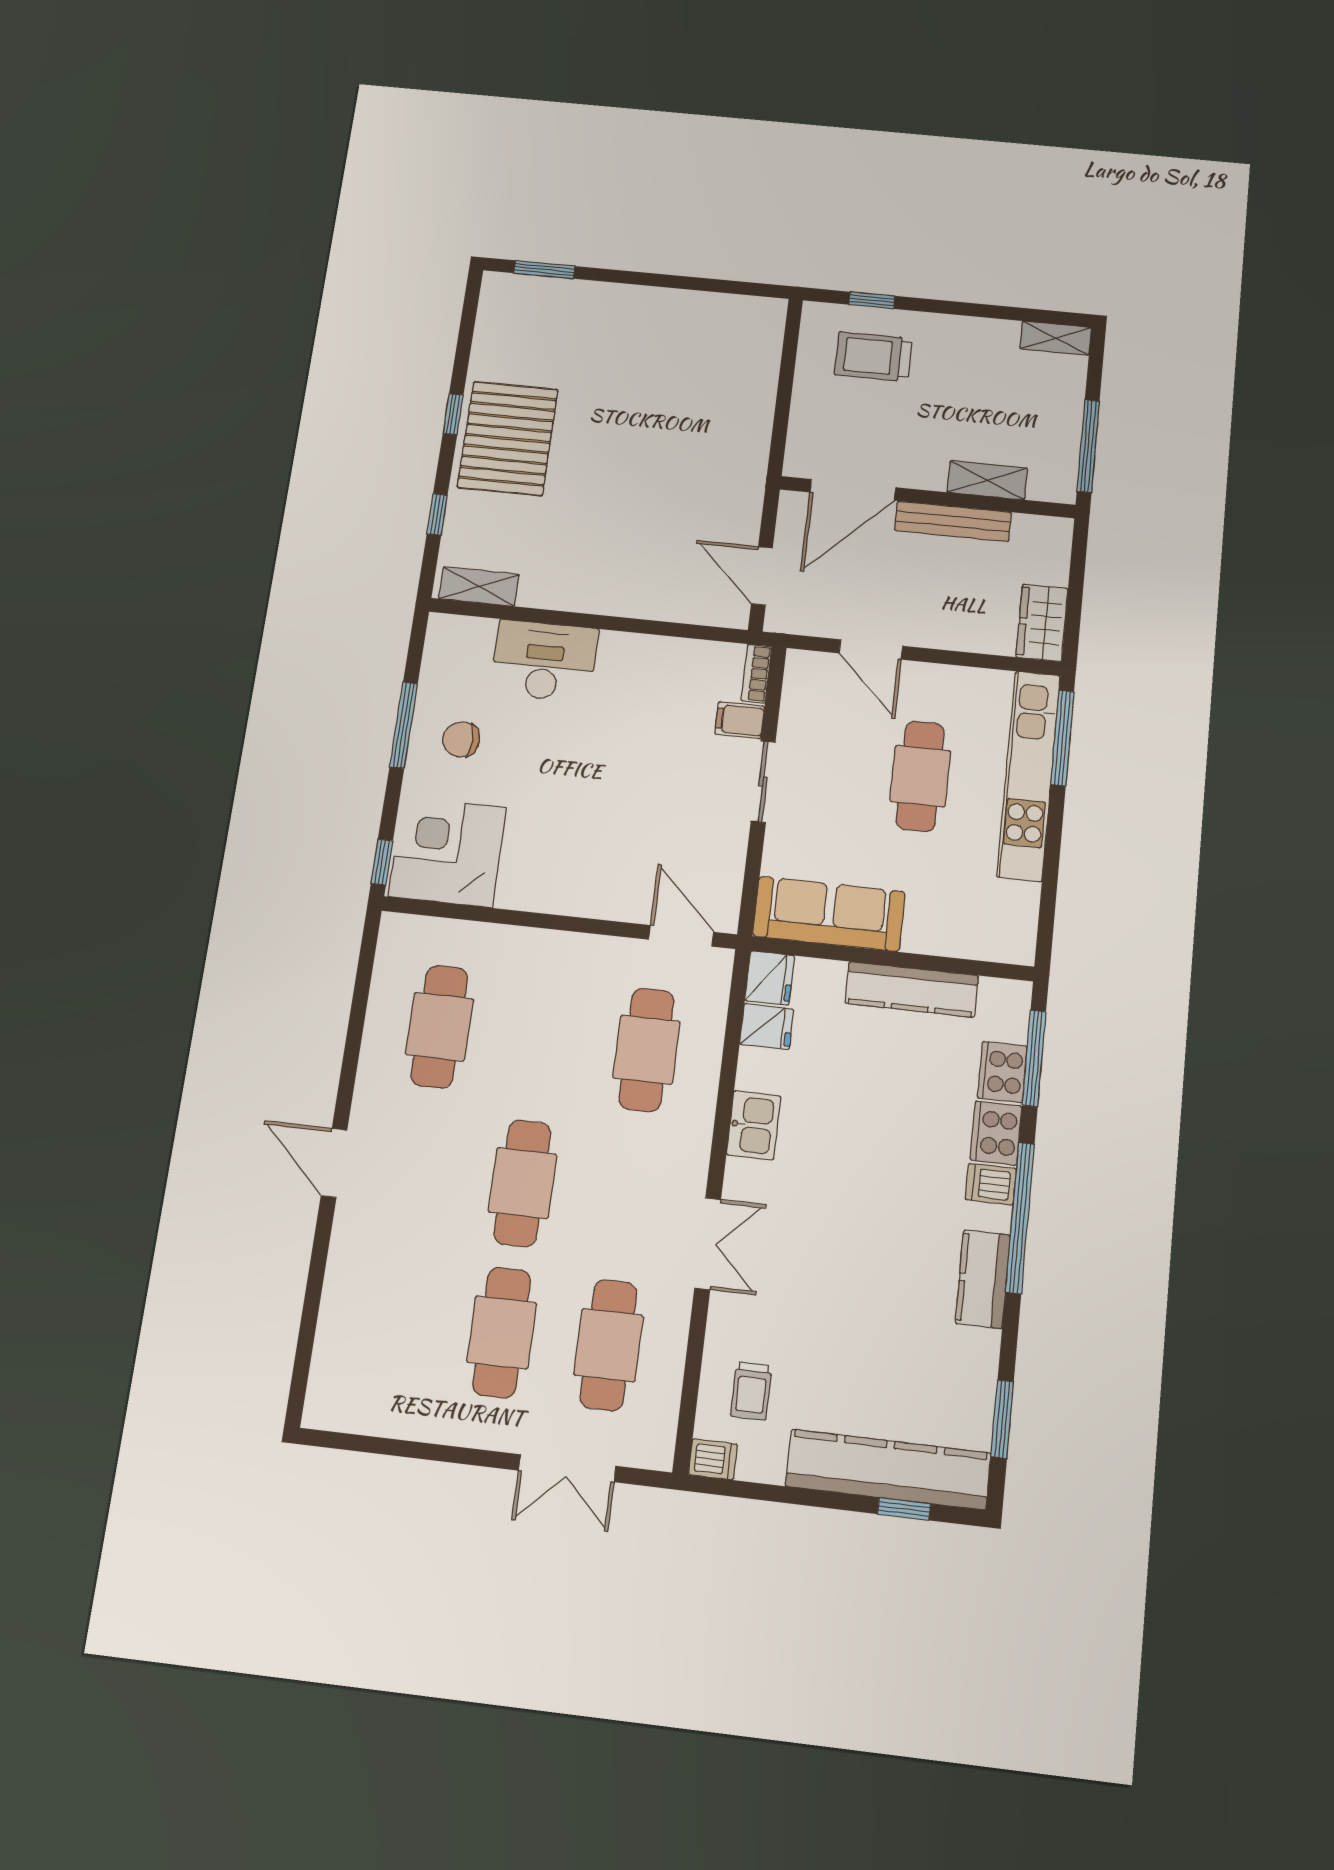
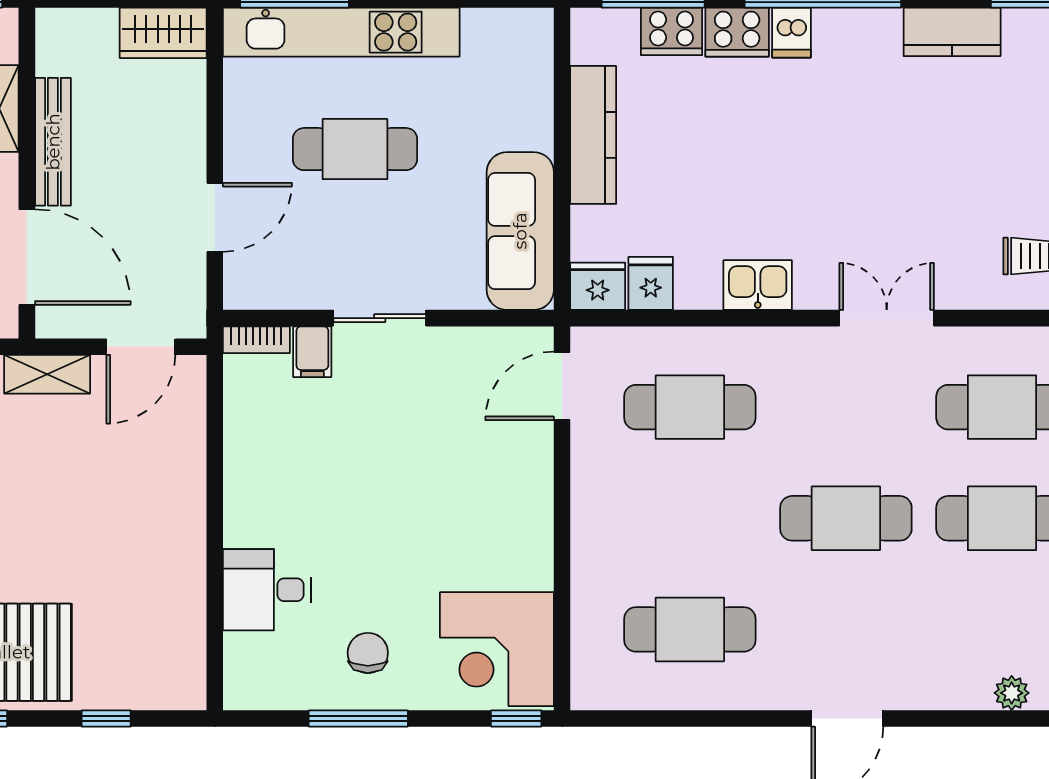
shelving: (479, 586) -> (47, 374), moved, turned 90
desk: (544, 661) -> (267, 590), width x0.73
chair: (461, 739) -> (368, 653), turned 180
kitchen counter: (983, 1279) -> (952, 32), moved
plant: (333, 1322) -> (1012, 693), added

